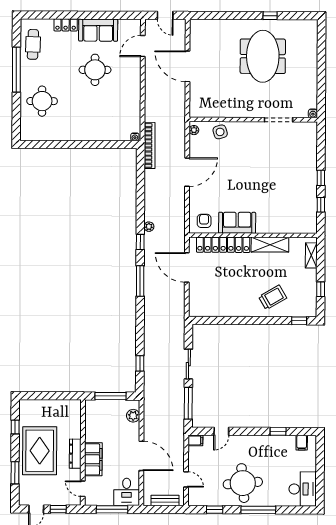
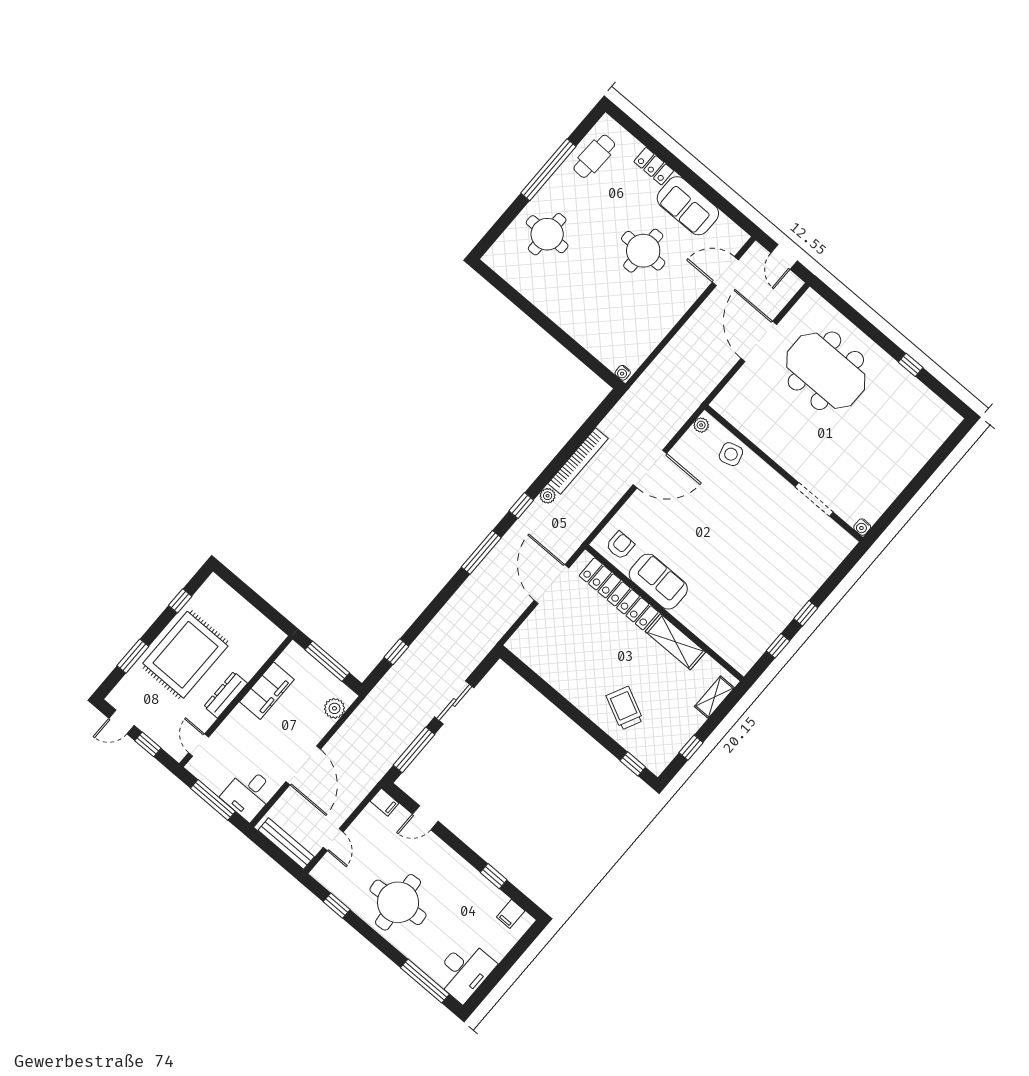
meeting table: (263, 56) -> (826, 371), moved, turned 90
bookcase: (150, 145) -> (578, 461), moved
trolley: (273, 297) -> (625, 708), turned -124
filing cabinet: (93, 459) -> (267, 691), moved
bench: (165, 500) -> (286, 844), width x1.36
window: (258, 510) -> (425, 981), moved

